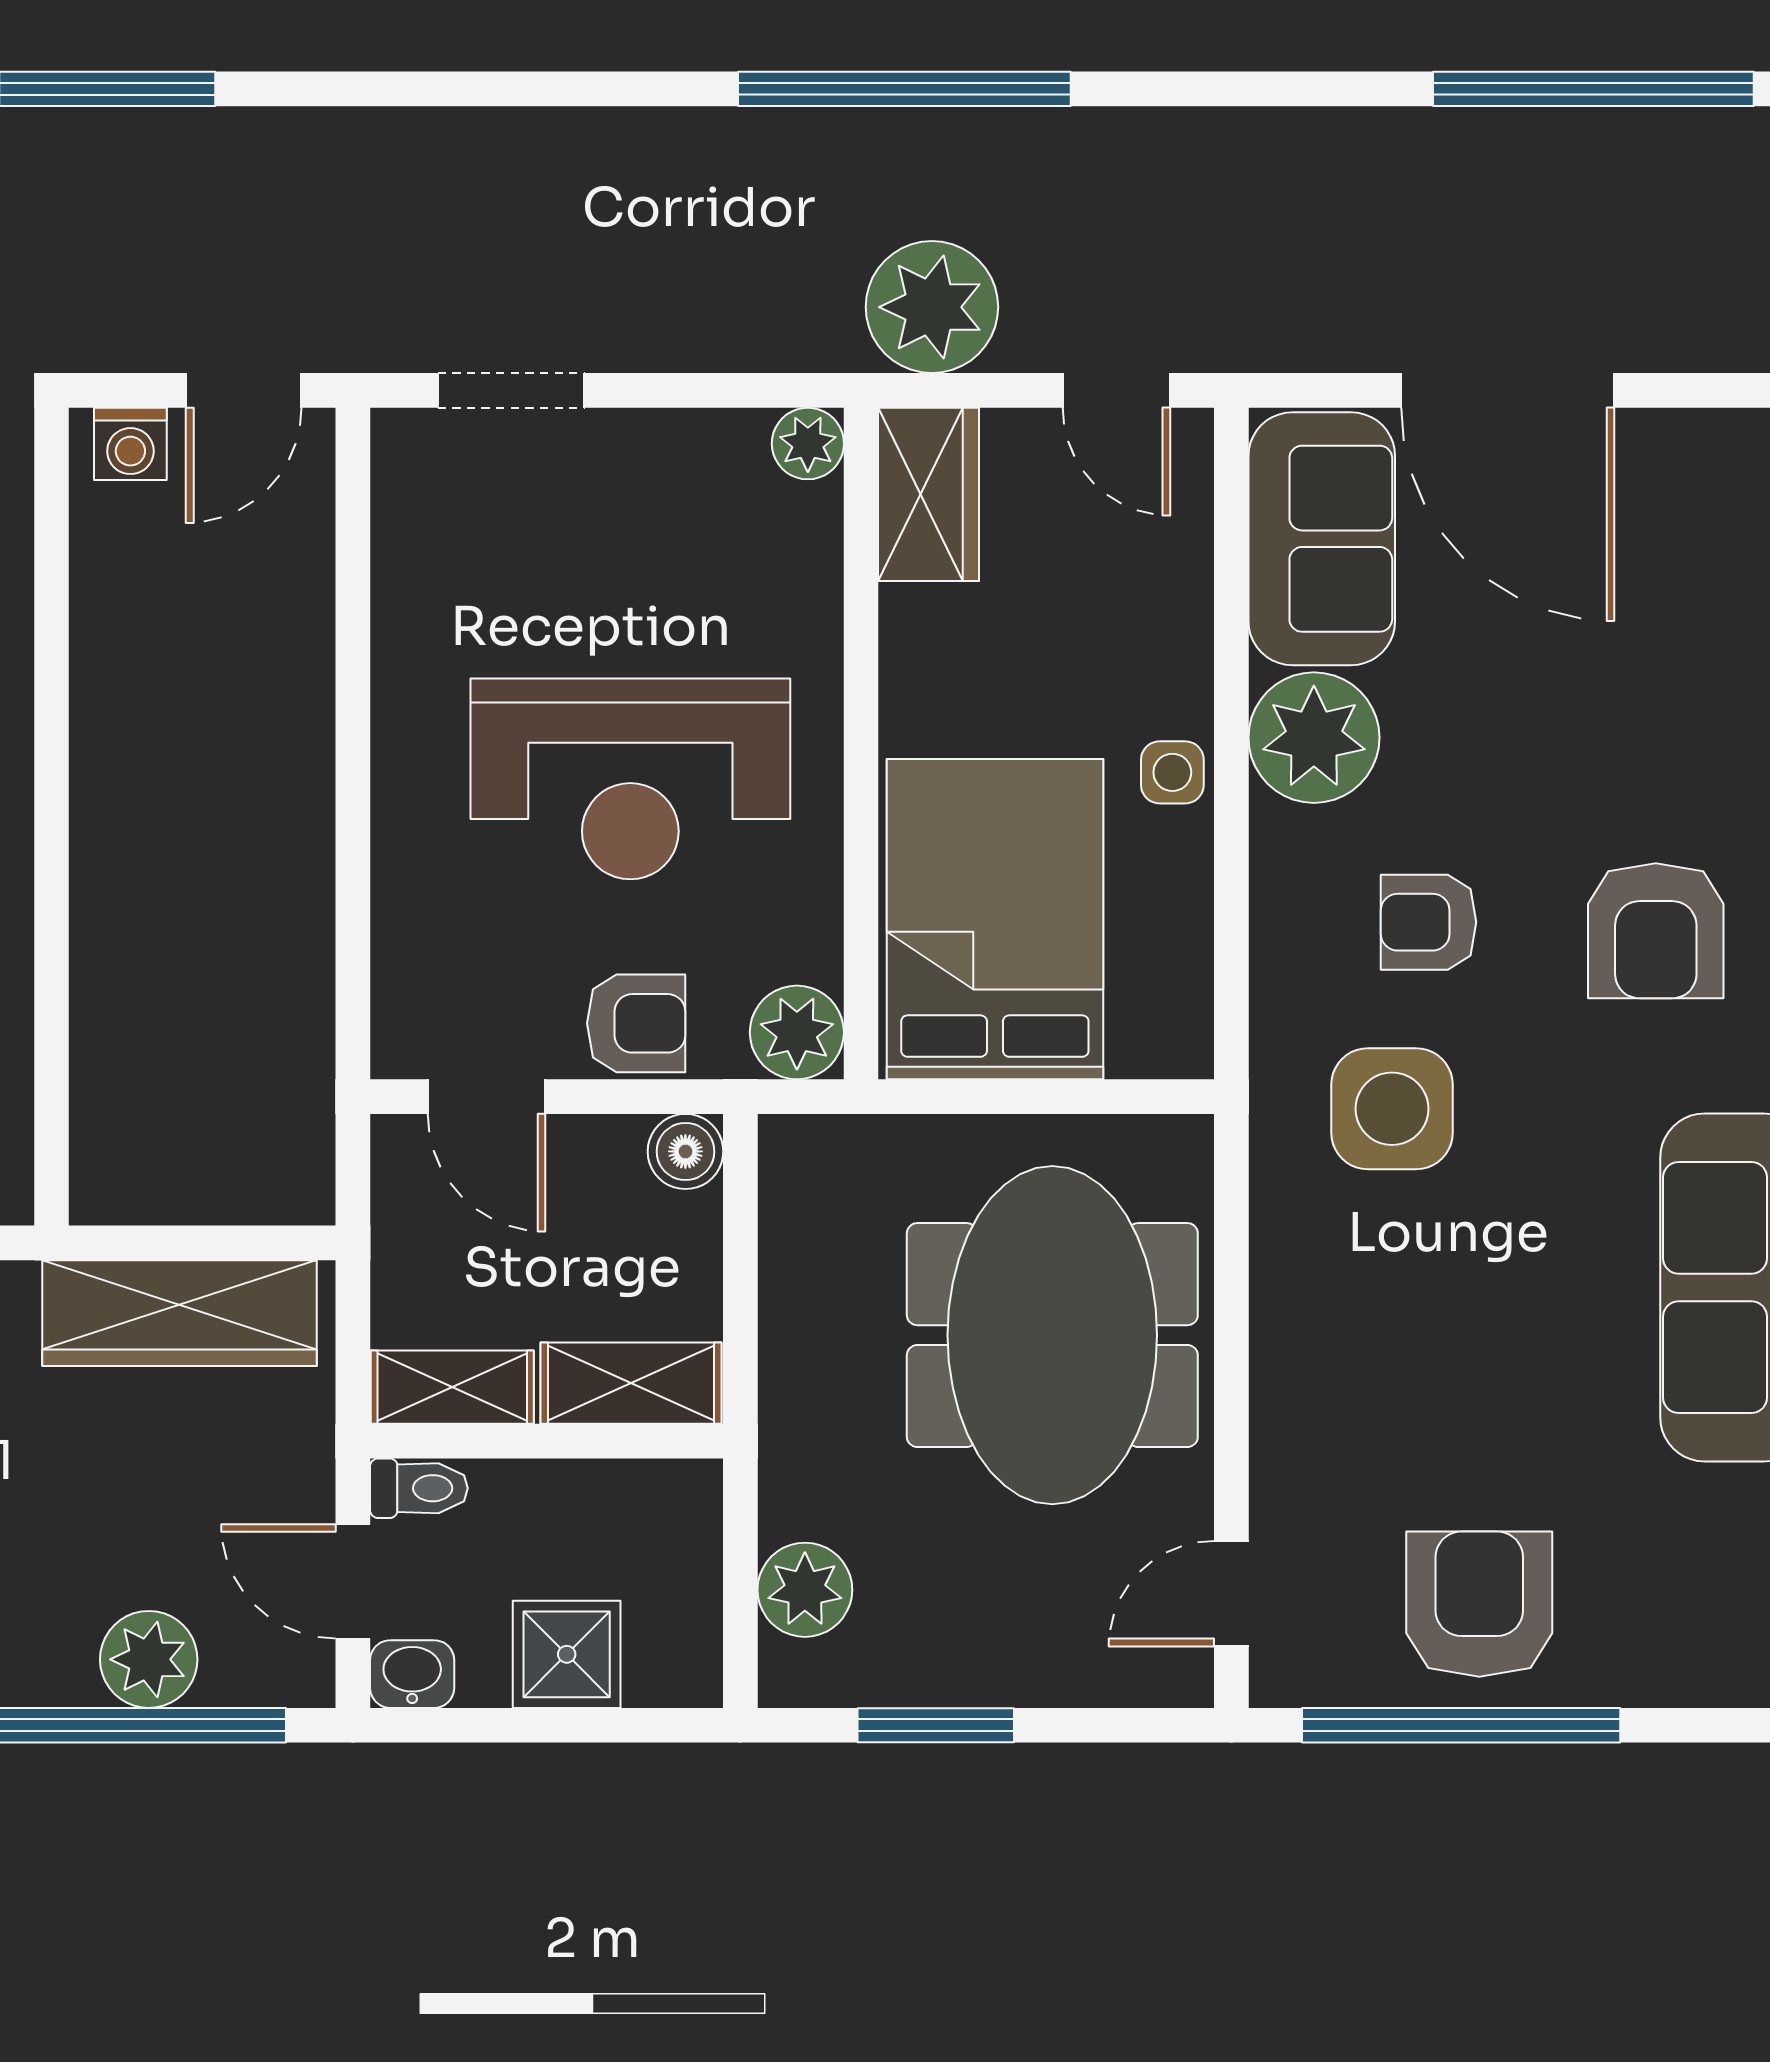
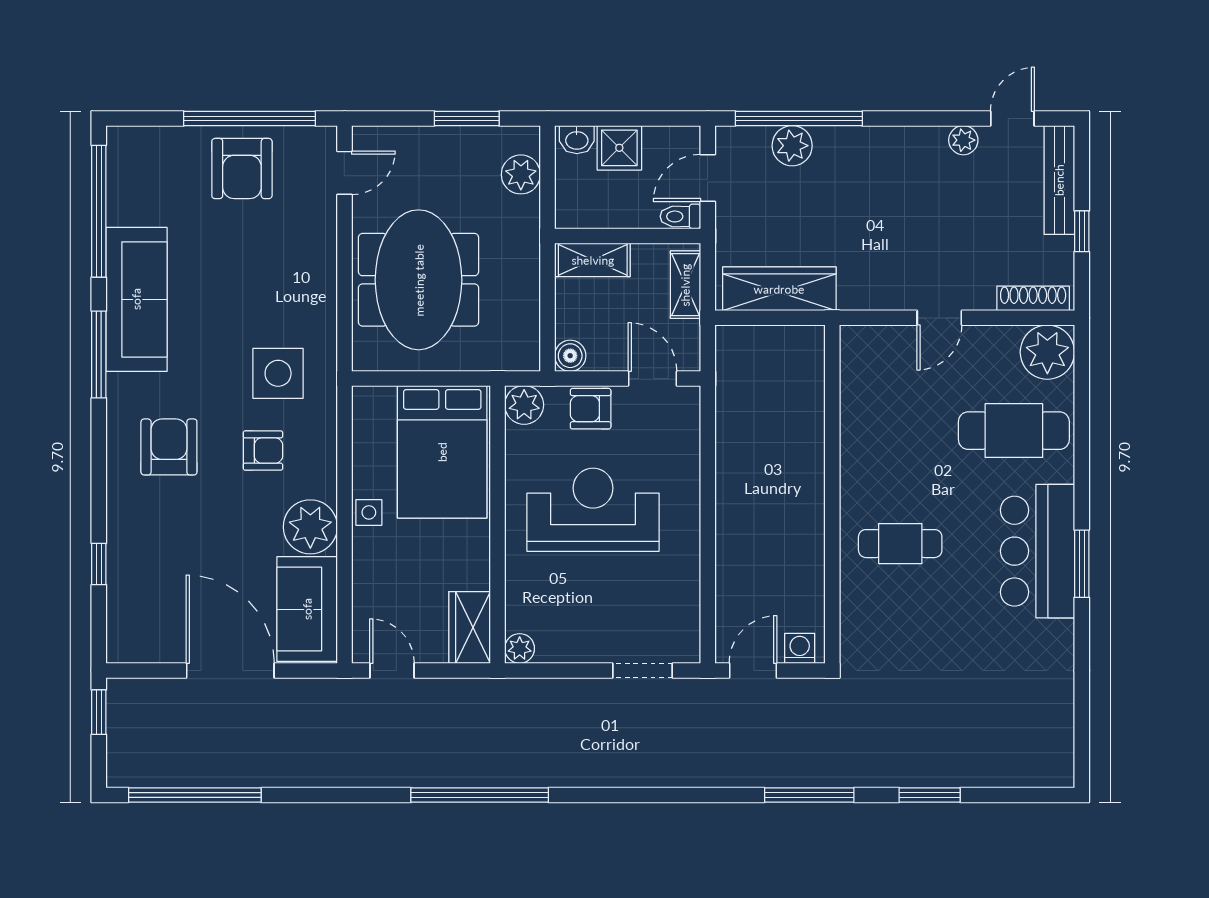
plant: (932, 307) -> (468, 705), removed
shelving: (452, 1387) -> (685, 285), moved, turned 90
door: (353, 1581) -> (708, 178), swing flipped
washbasin: (412, 1674) -> (577, 140), moved

